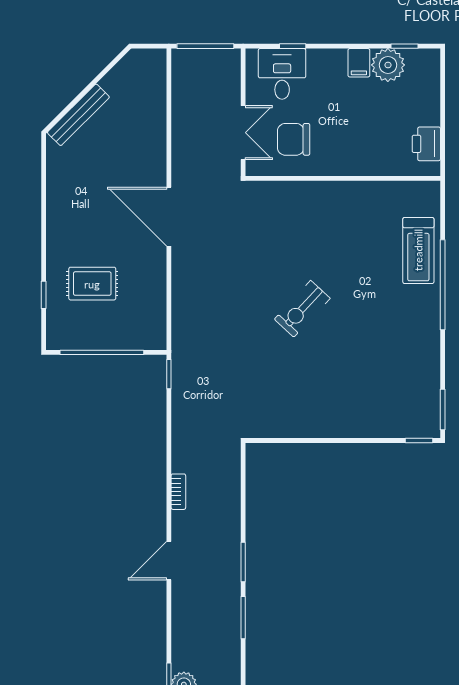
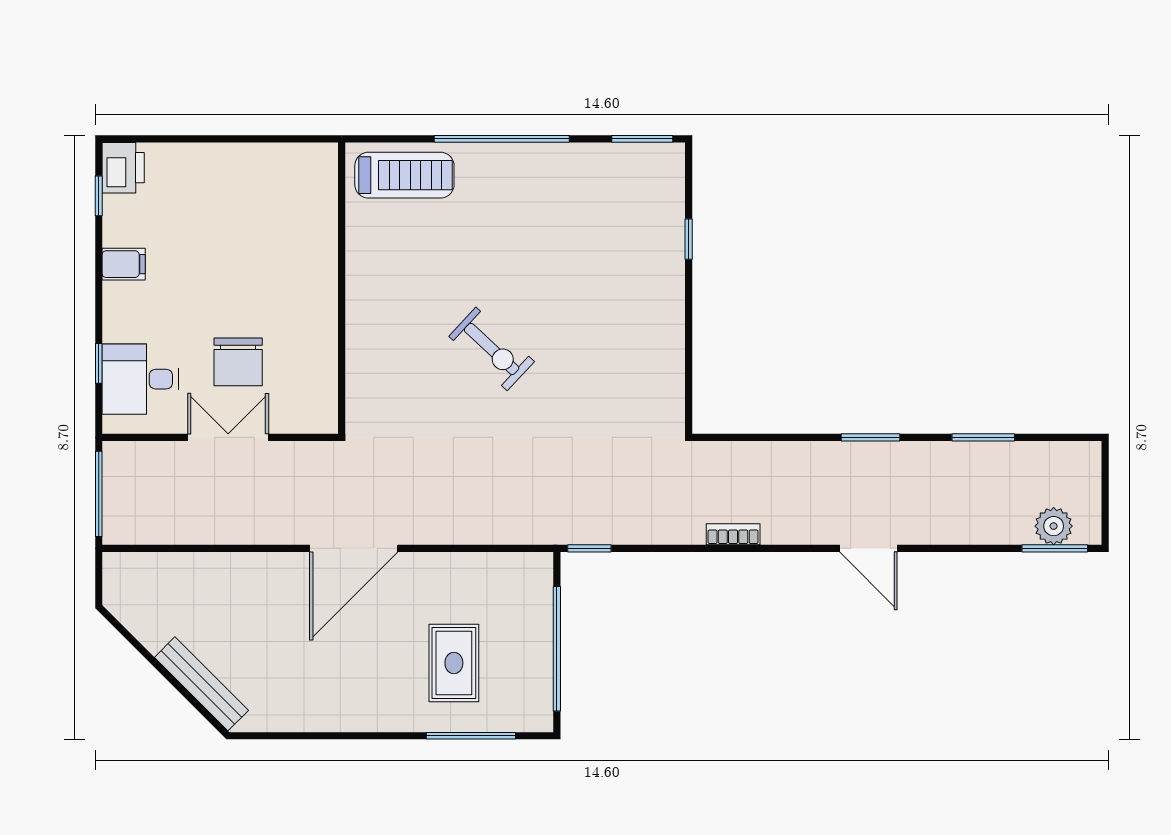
plant: (388, 65) -> (127, 221), removed
printer: (426, 144) -> (123, 168), moved, turned -90
wall: (343, 178) -> (342, 288), moved
window: (443, 285) -> (502, 139), moved
window: (44, 295) -> (471, 736), width x2.17
window: (419, 440) -> (689, 239), moved
bookcase: (178, 492) -> (733, 534), moved
window: (243, 618) -> (983, 437), moved

